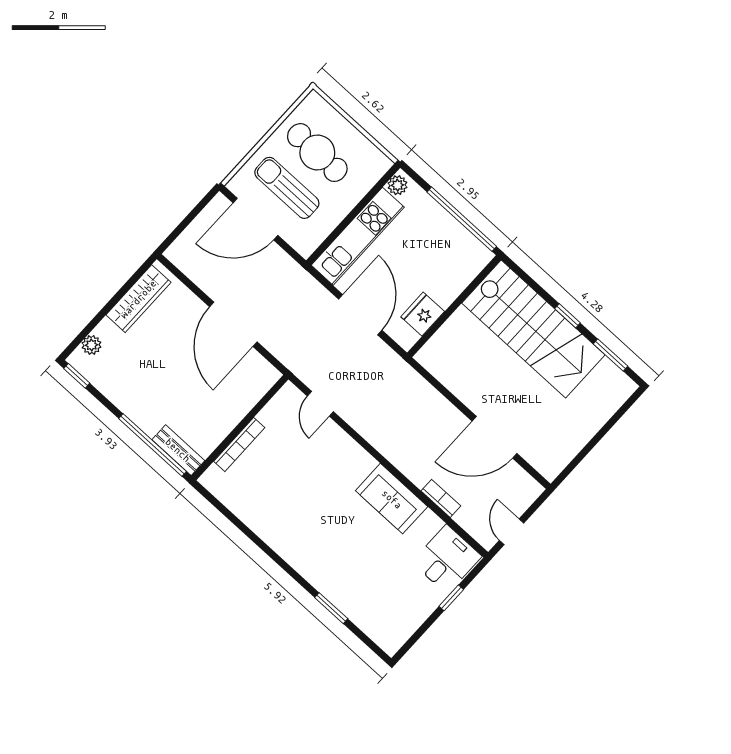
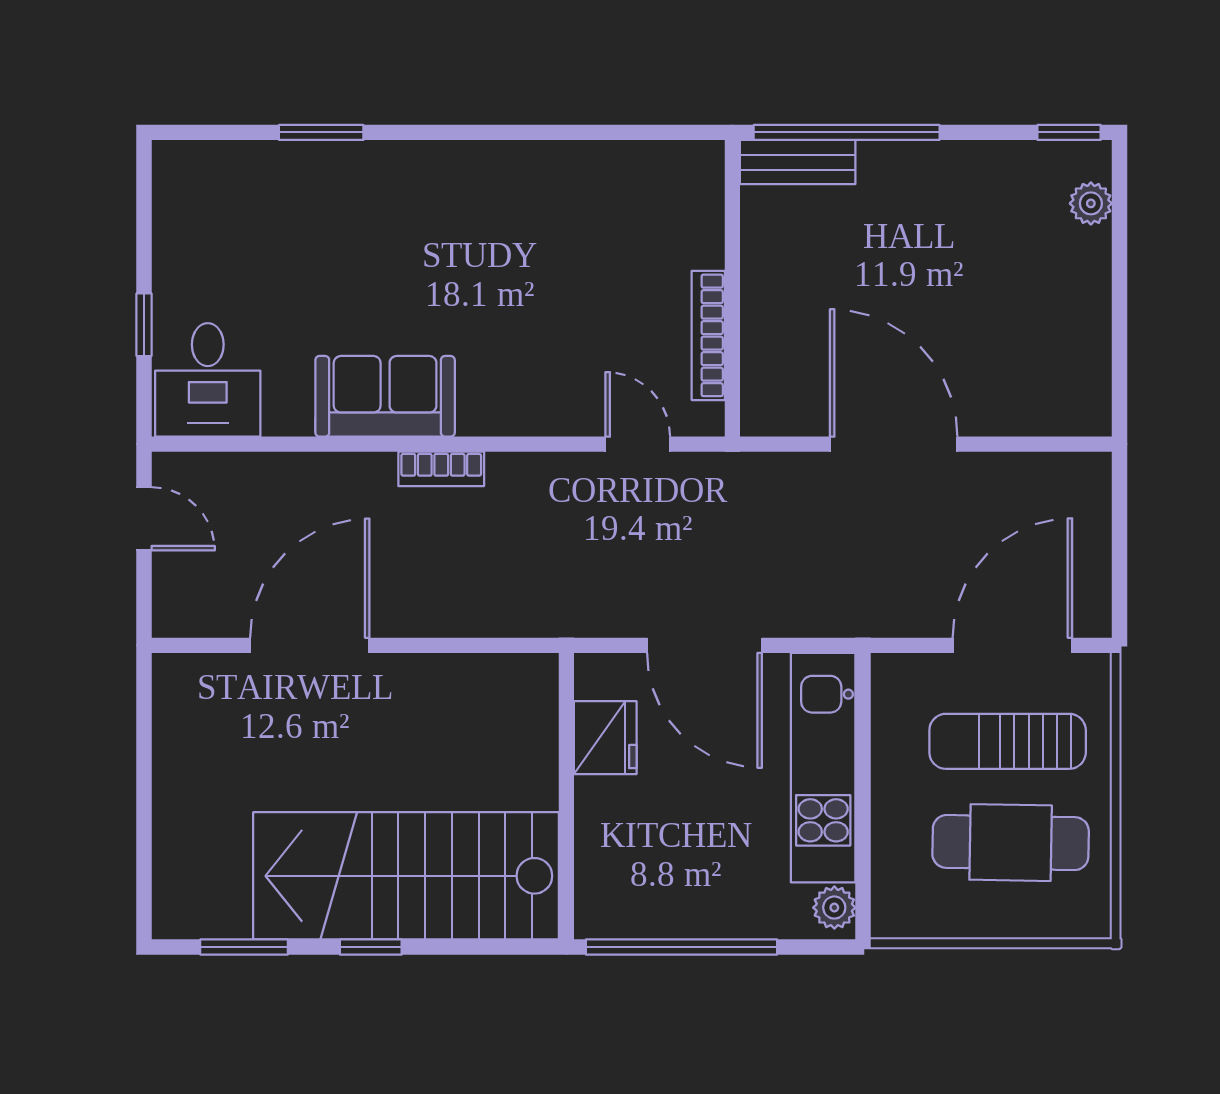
sun lounger: (287, 188) -> (1008, 741), turned 180
wardrobe: (138, 299) -> (1083, 346), removed
bookcase: (239, 445) -> (708, 335), moved
bookcase: (441, 498) -> (441, 469), moved

